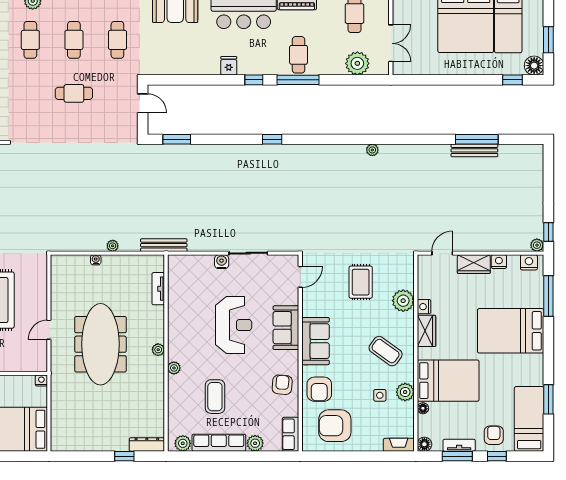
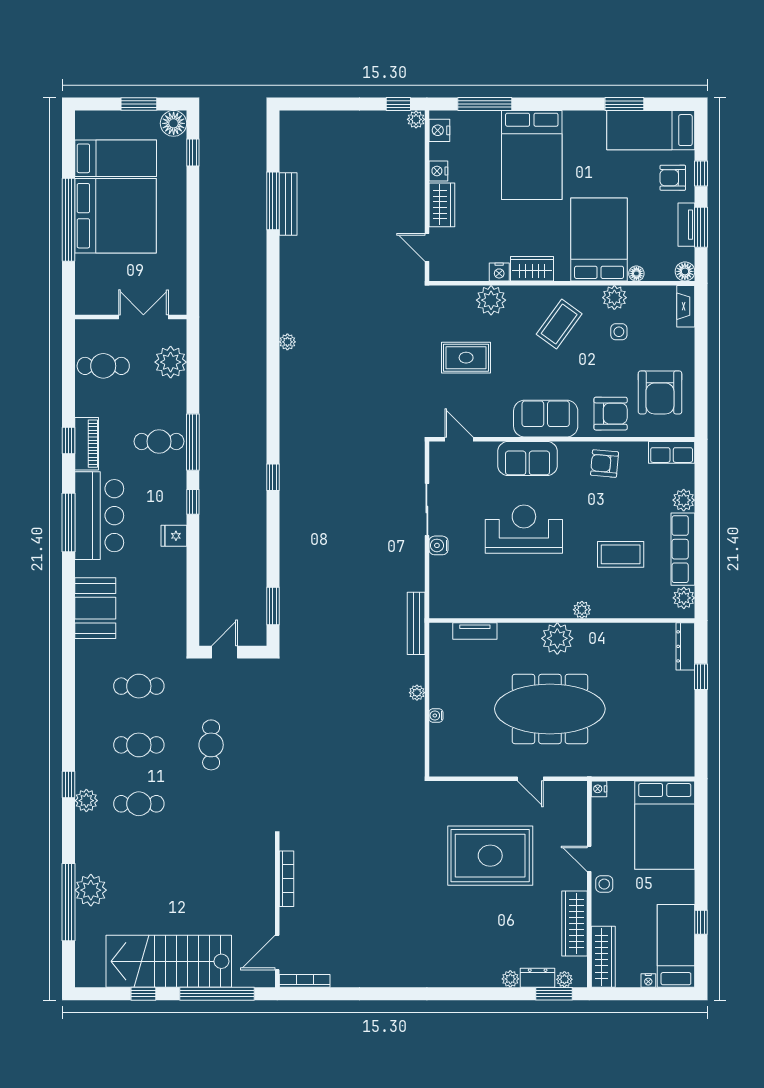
plant: (158, 350) -> (557, 638), width x1.87, depth x1.87

